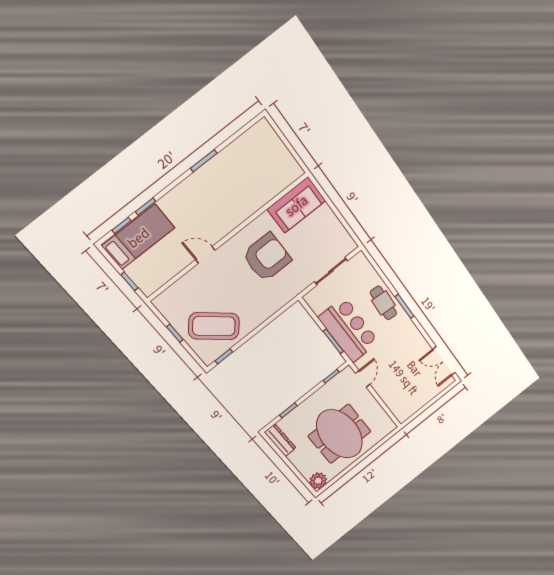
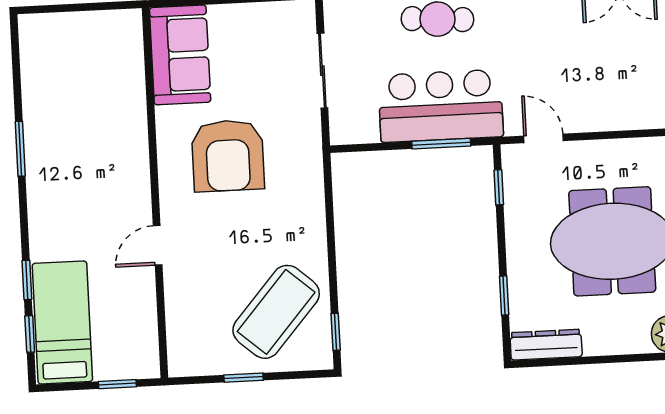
armchair: (267, 257) -> (228, 156), turned 180

